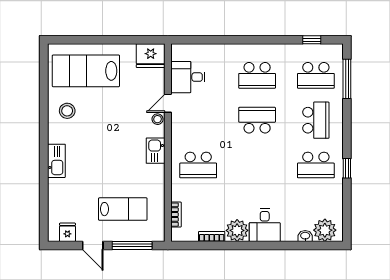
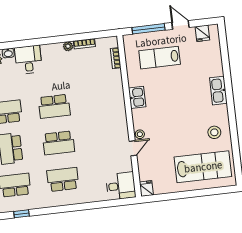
fridge: (151, 56) -> (146, 189), width x0.53, depth x0.75
desk: (188, 77) -> (121, 186), moved
kitchen sink: (156, 151) -> (137, 97), moved
school desk: (198, 165) -> (54, 106), moved, turned 180
desk: (265, 225) -> (28, 60), moved
plant: (237, 230) -> (68, 46), width x0.53, depth x0.53

